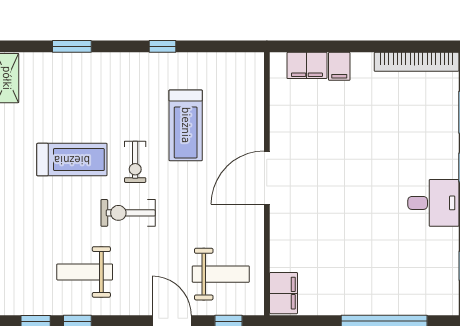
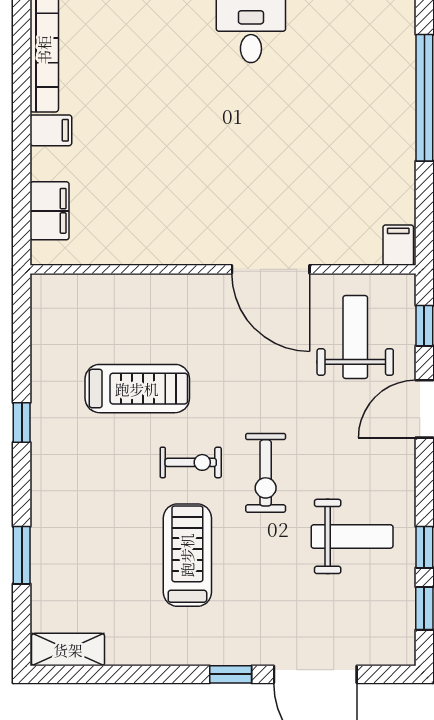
filing cabinet: (339, 66) -> (51, 130), moved
door: (267, 178) -> (271, 269), moved
weight bench: (85, 272) -> (352, 536), turned -90
filing cabinet: (284, 293) -> (398, 245), width x0.50

